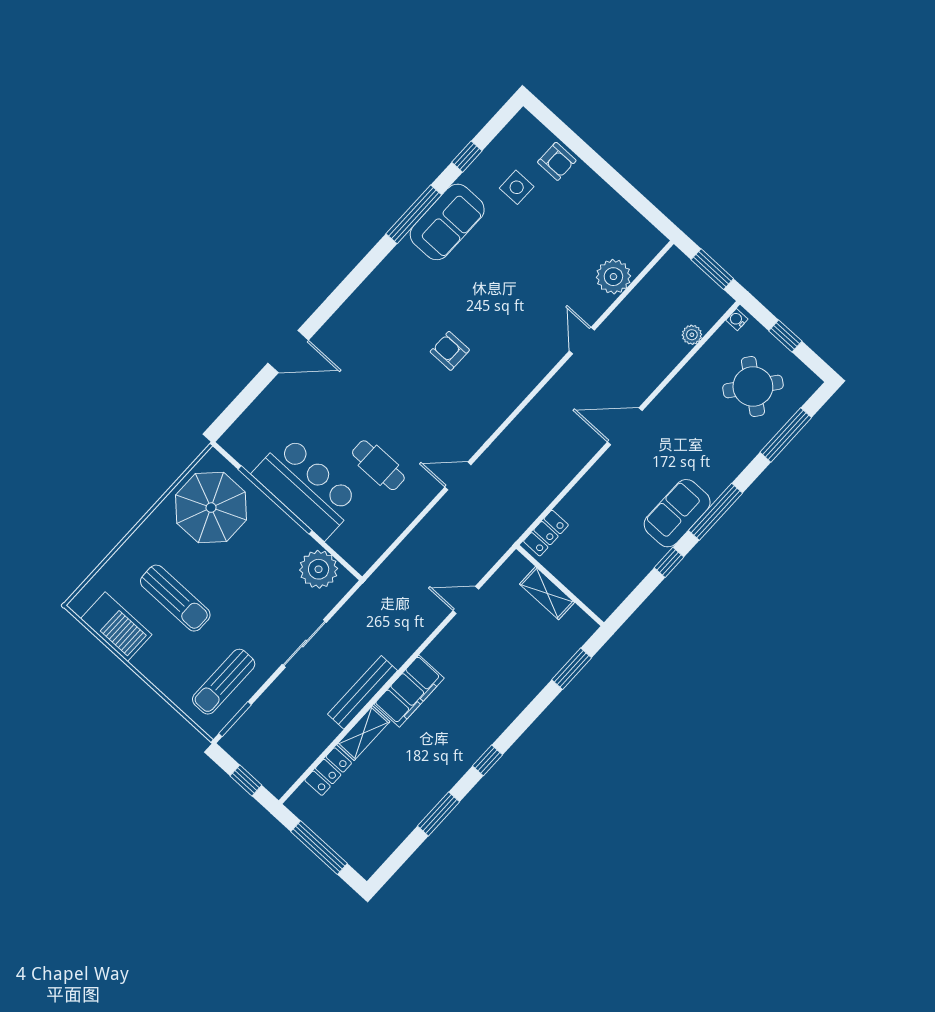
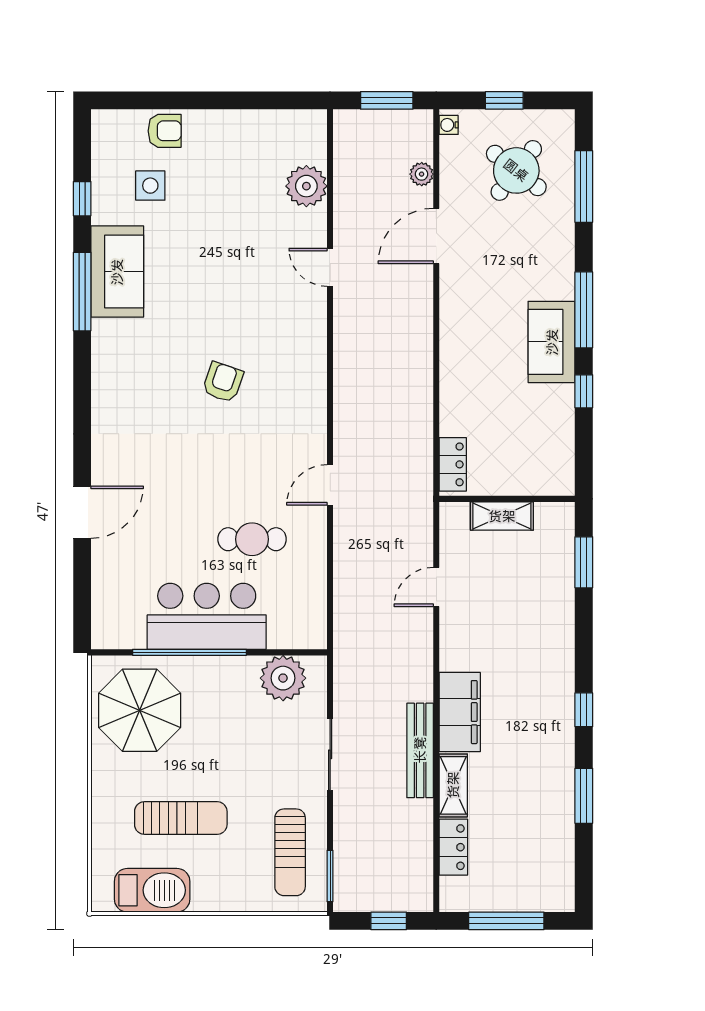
armchair: (450, 351) -> (223, 382), turned 109
door: (625, 426) -> (436, 236), moved

